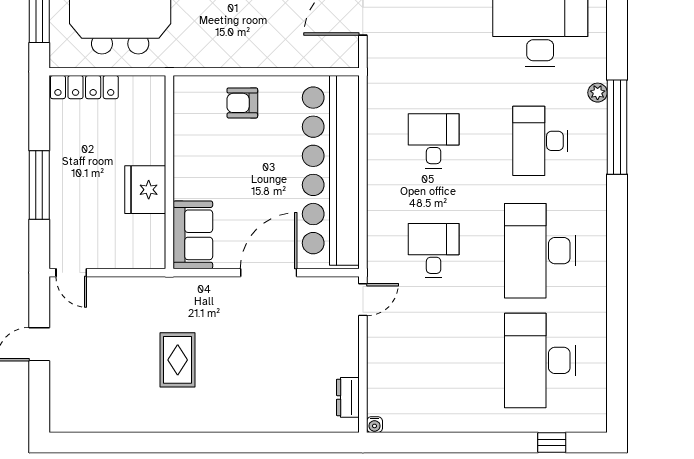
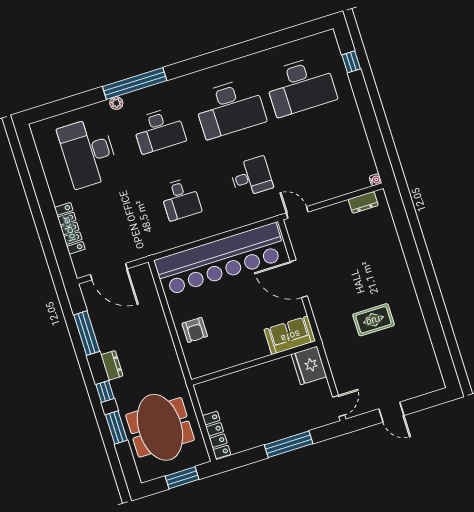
desk: (434, 141) -> (181, 199), turned -90
fridge: (145, 190) -> (309, 365), moved, turned 90
desk: (434, 251) -> (251, 177), turned 180

